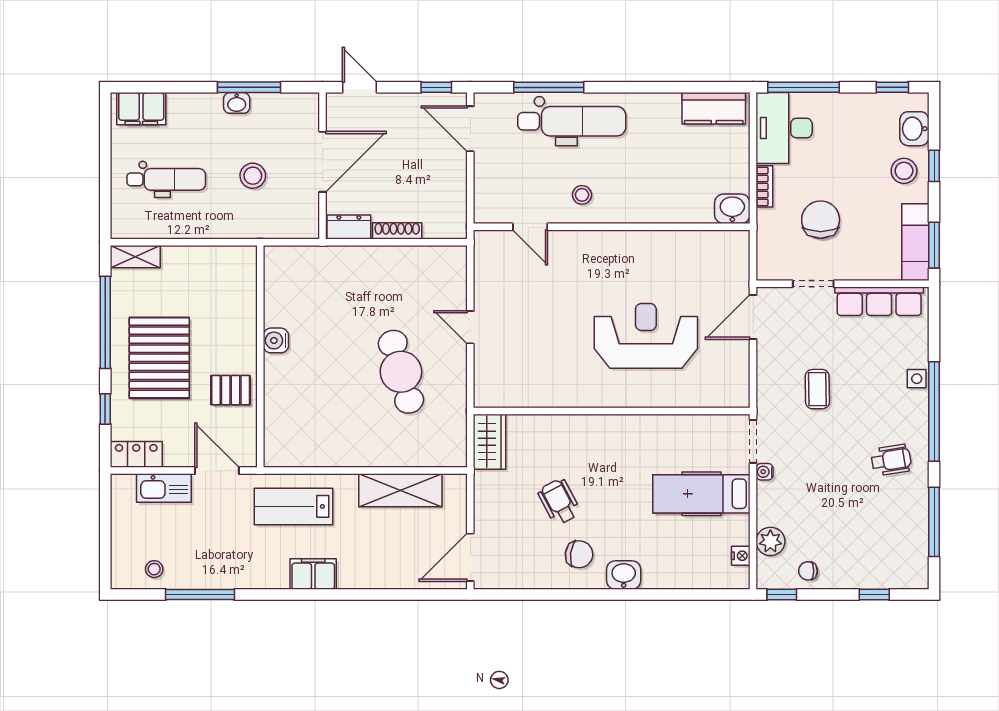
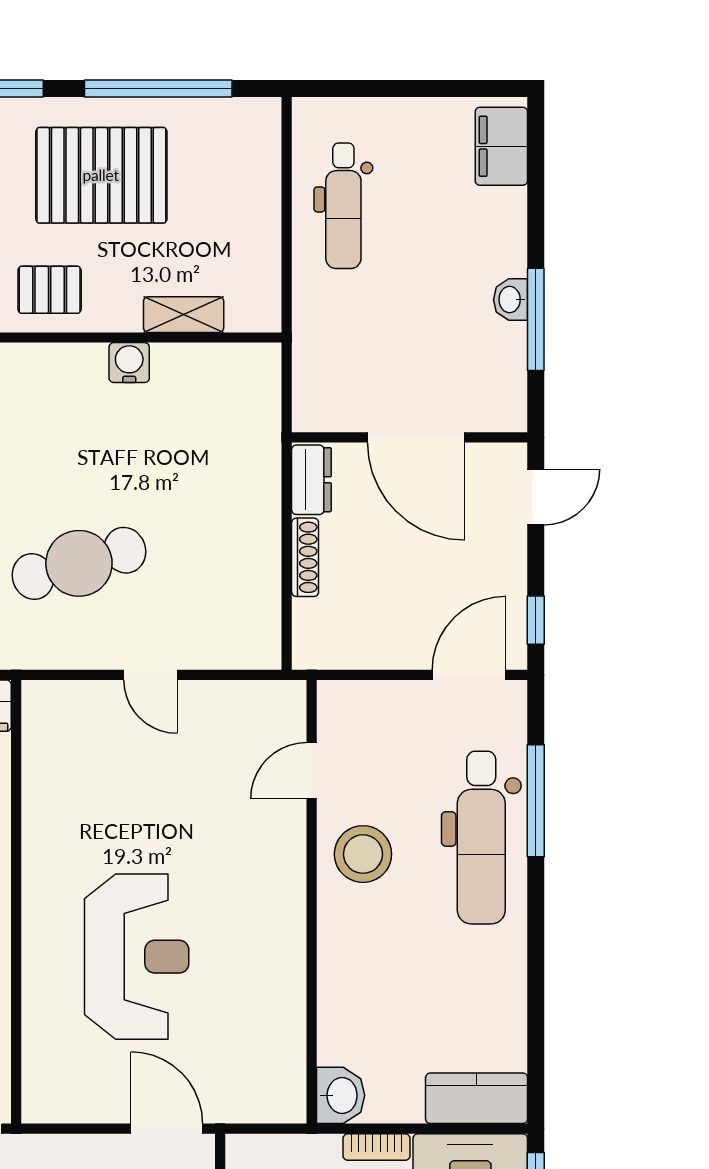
kitchen counter: (714, 108) -> (477, 1098), moved, turned 90
stool: (253, 176) -> (394, 325), removed
dental chair: (166, 179) -> (343, 206), moved
stool: (582, 195) -> (363, 854), width x1.89, depth x1.89
shelving: (135, 257) -> (184, 315), moved, turned 90
door: (470, 327) -> (150, 675), swing flipped
pallet: (231, 390) -> (50, 290), turned 90

